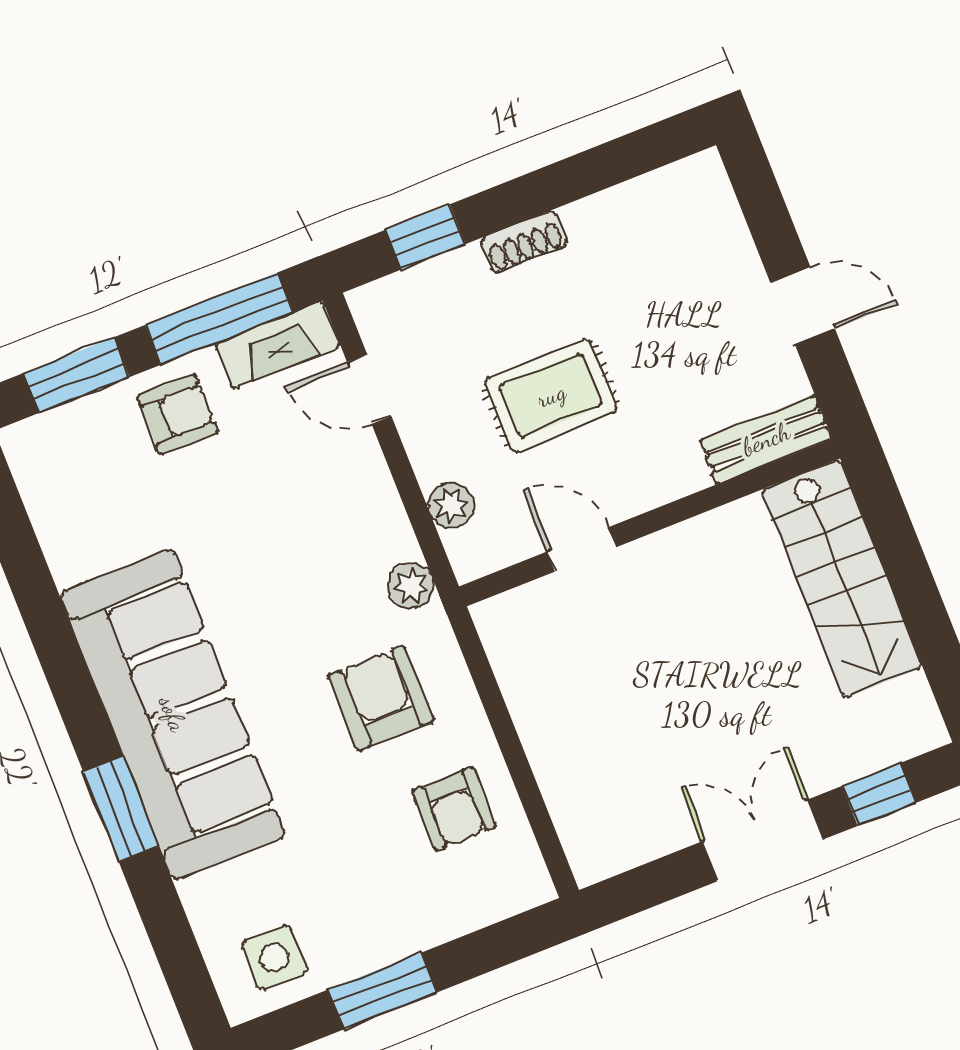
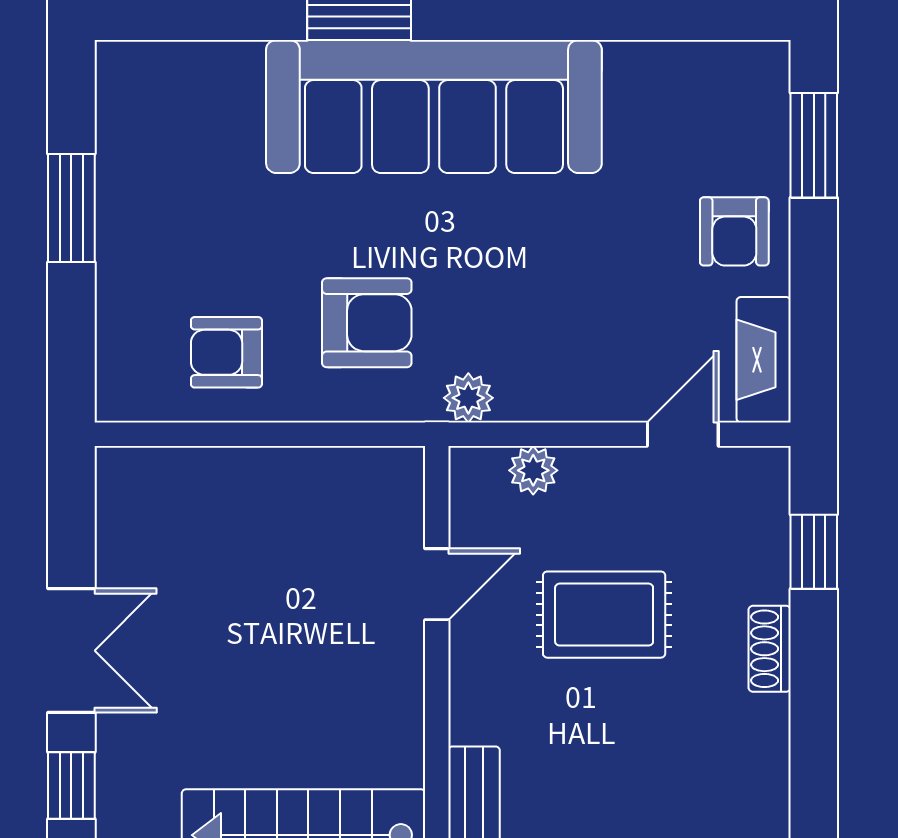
window: (219, 319) -> (814, 311), removed
rug: (551, 395) -> (604, 615), turned 90
side table: (274, 957) -> (148, 112), removed

